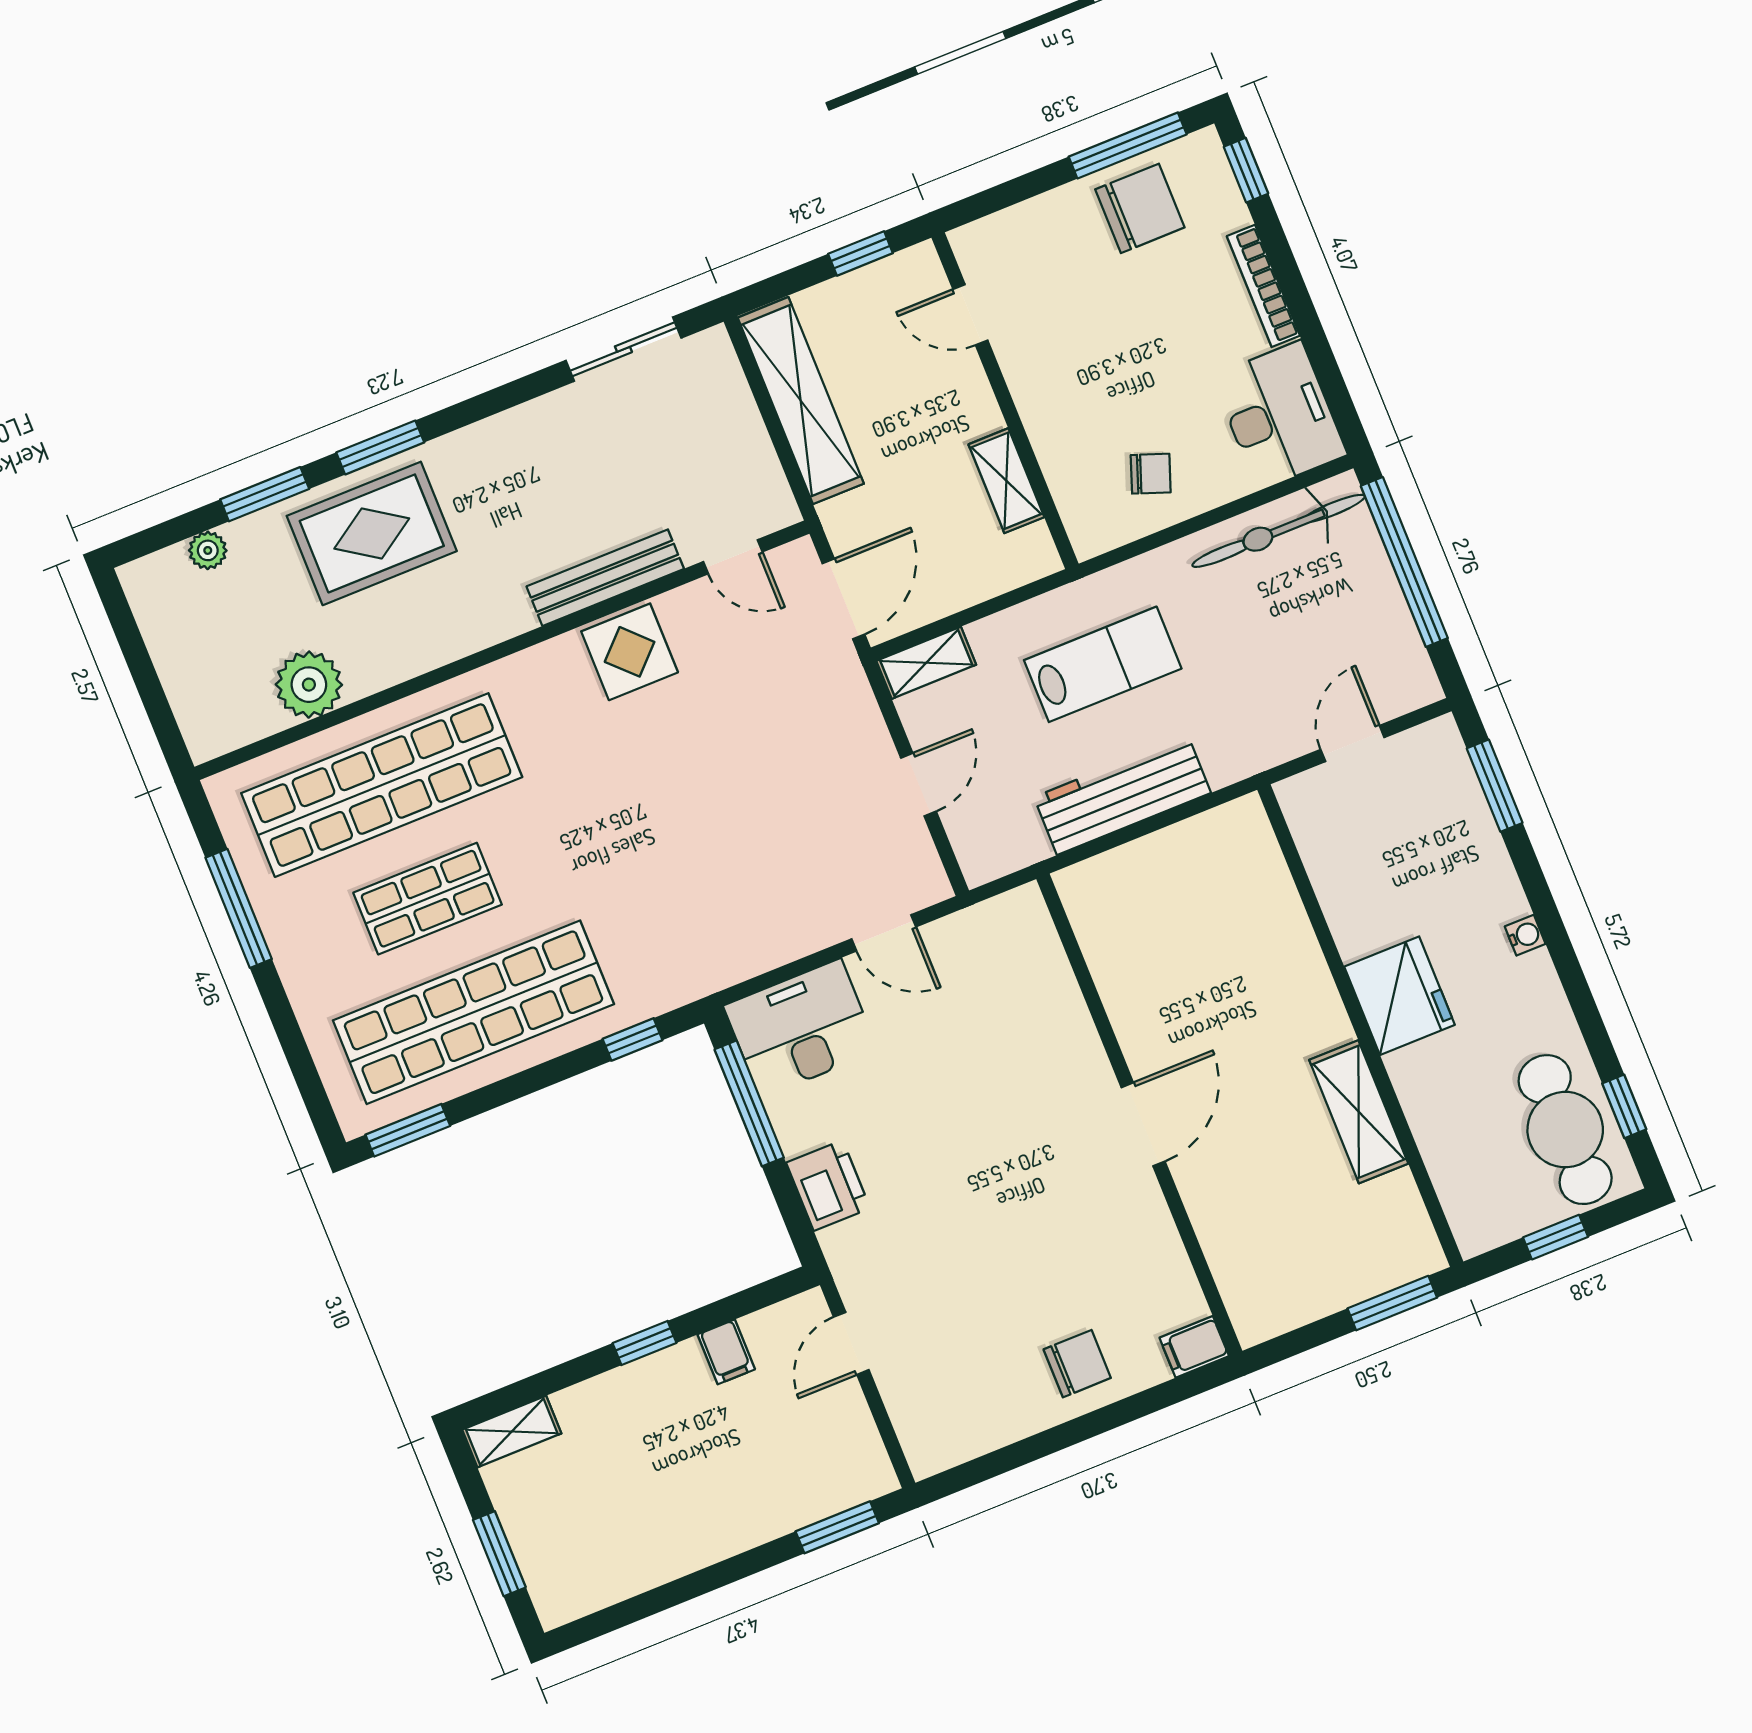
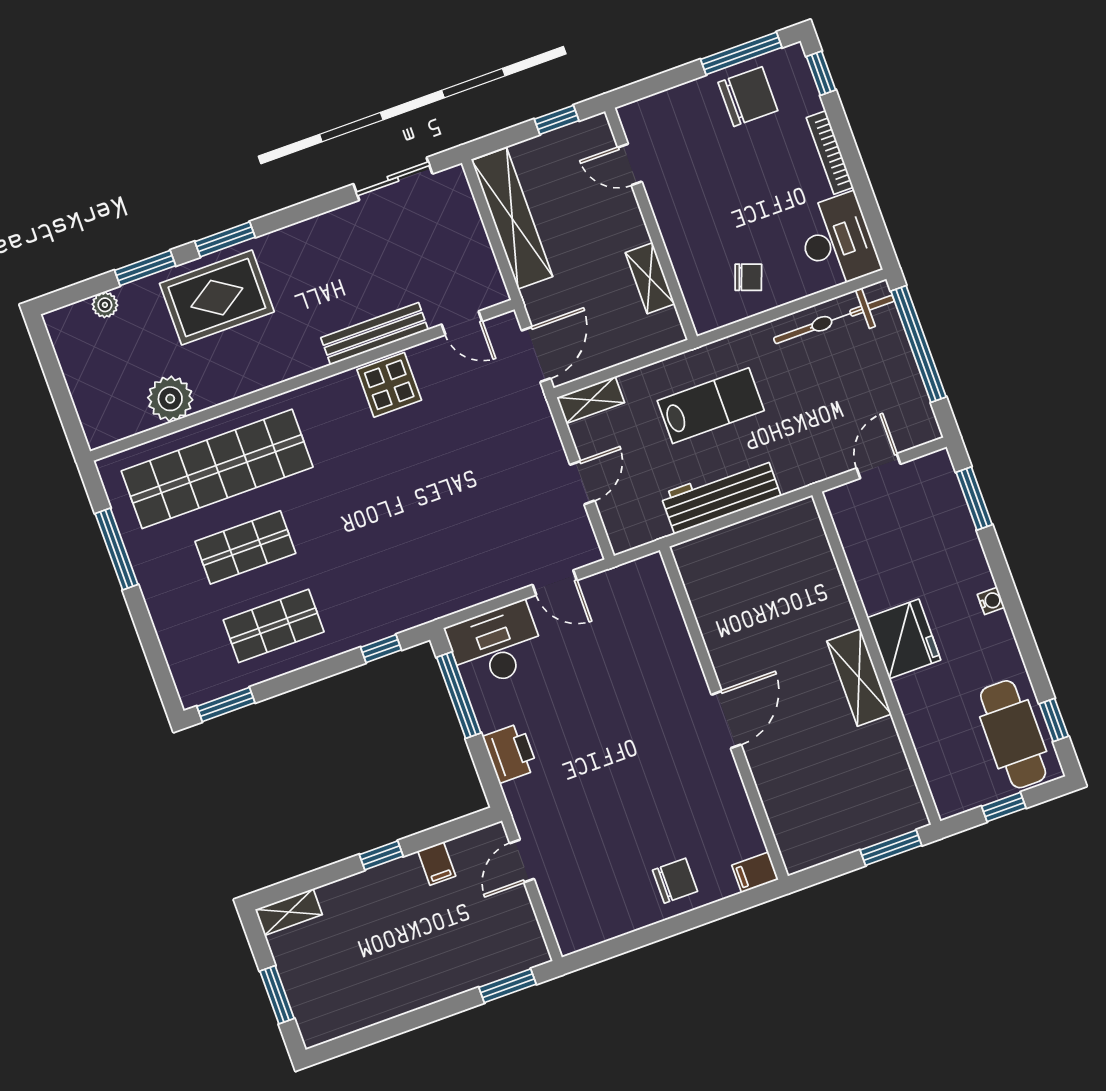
shop shelf: (473, 1012) -> (274, 626), width x0.50, depth x0.74
shelving: (1359, 1112) -> (859, 678), moved

